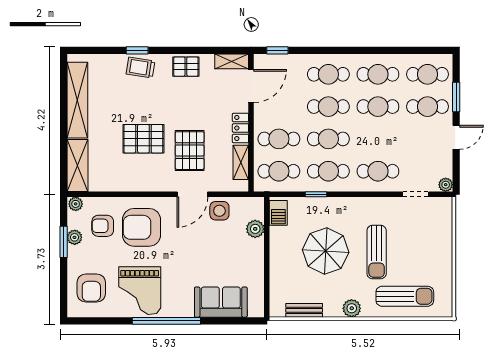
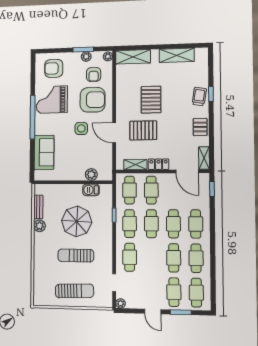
shelving: (77, 100) -> (177, 55), width x0.68
side table: (219, 211) -> (81, 128), moved
barbecue: (278, 213) -> (91, 190), moved
armchair: (103, 226) -> (94, 75), turned 180
armchair: (142, 227) -> (93, 100), turned 90
sun lounger: (405, 296) -> (74, 291), moved, turned -92
plant: (352, 308) -> (39, 226), moved

